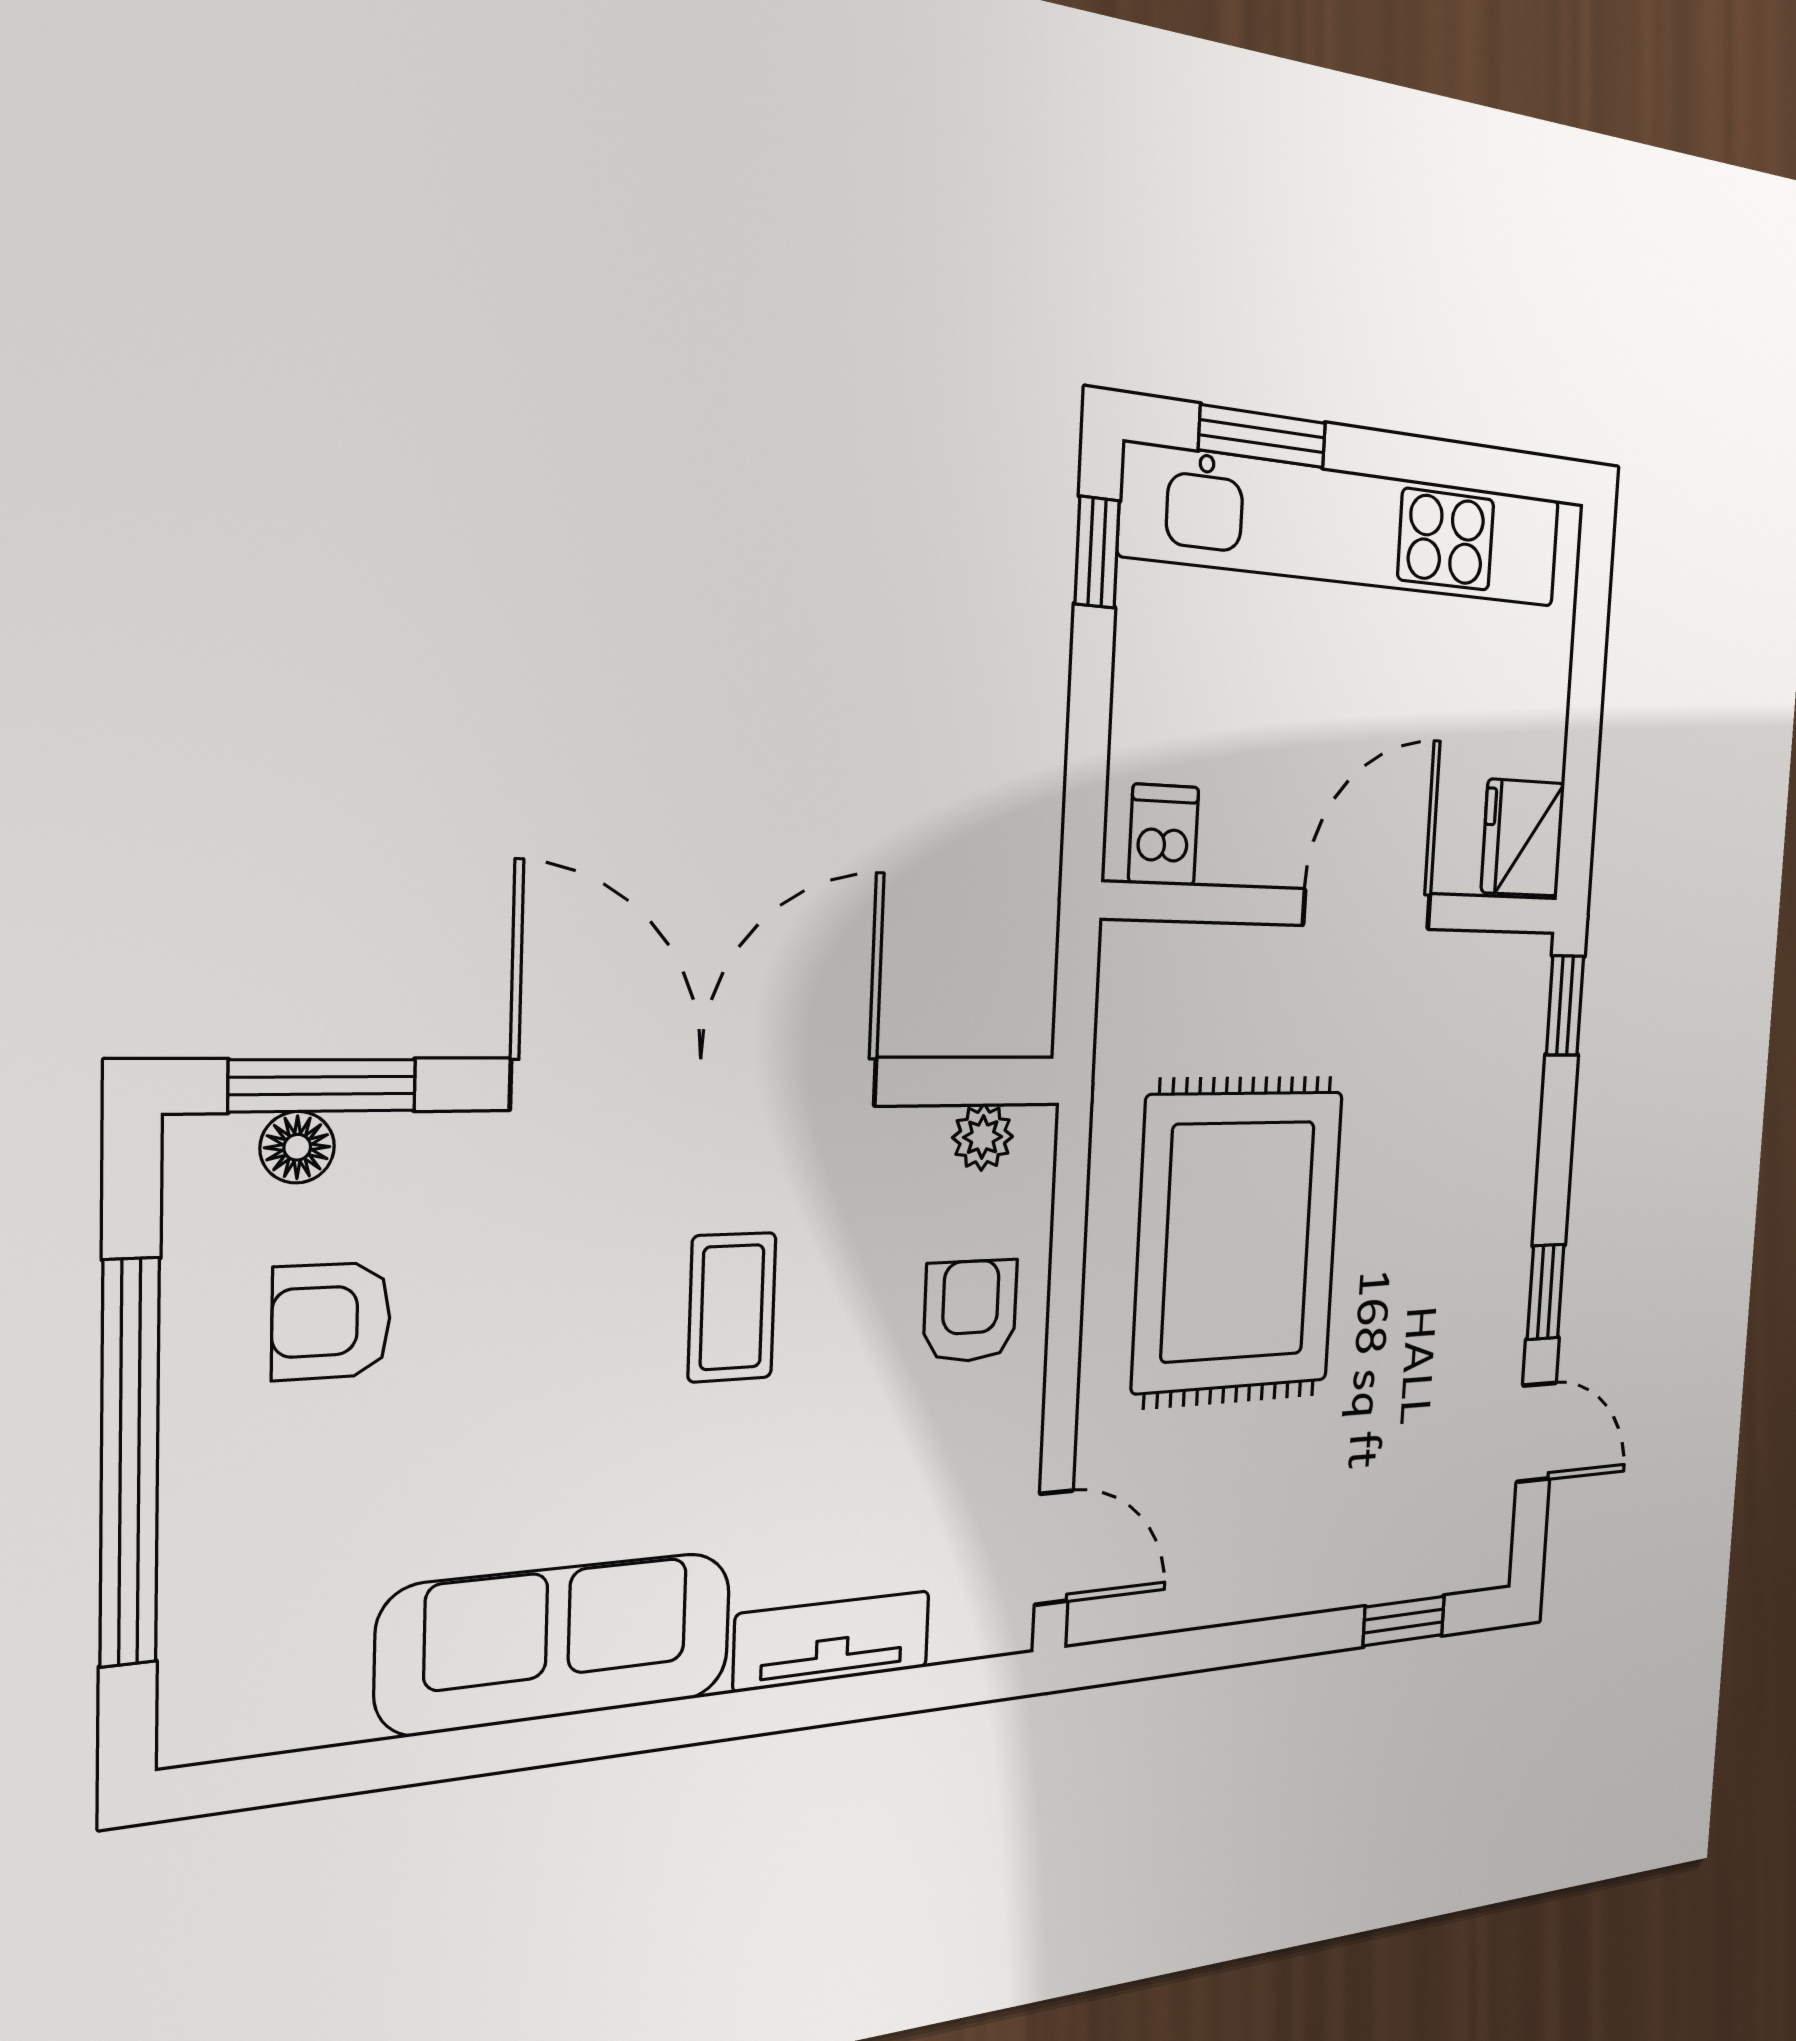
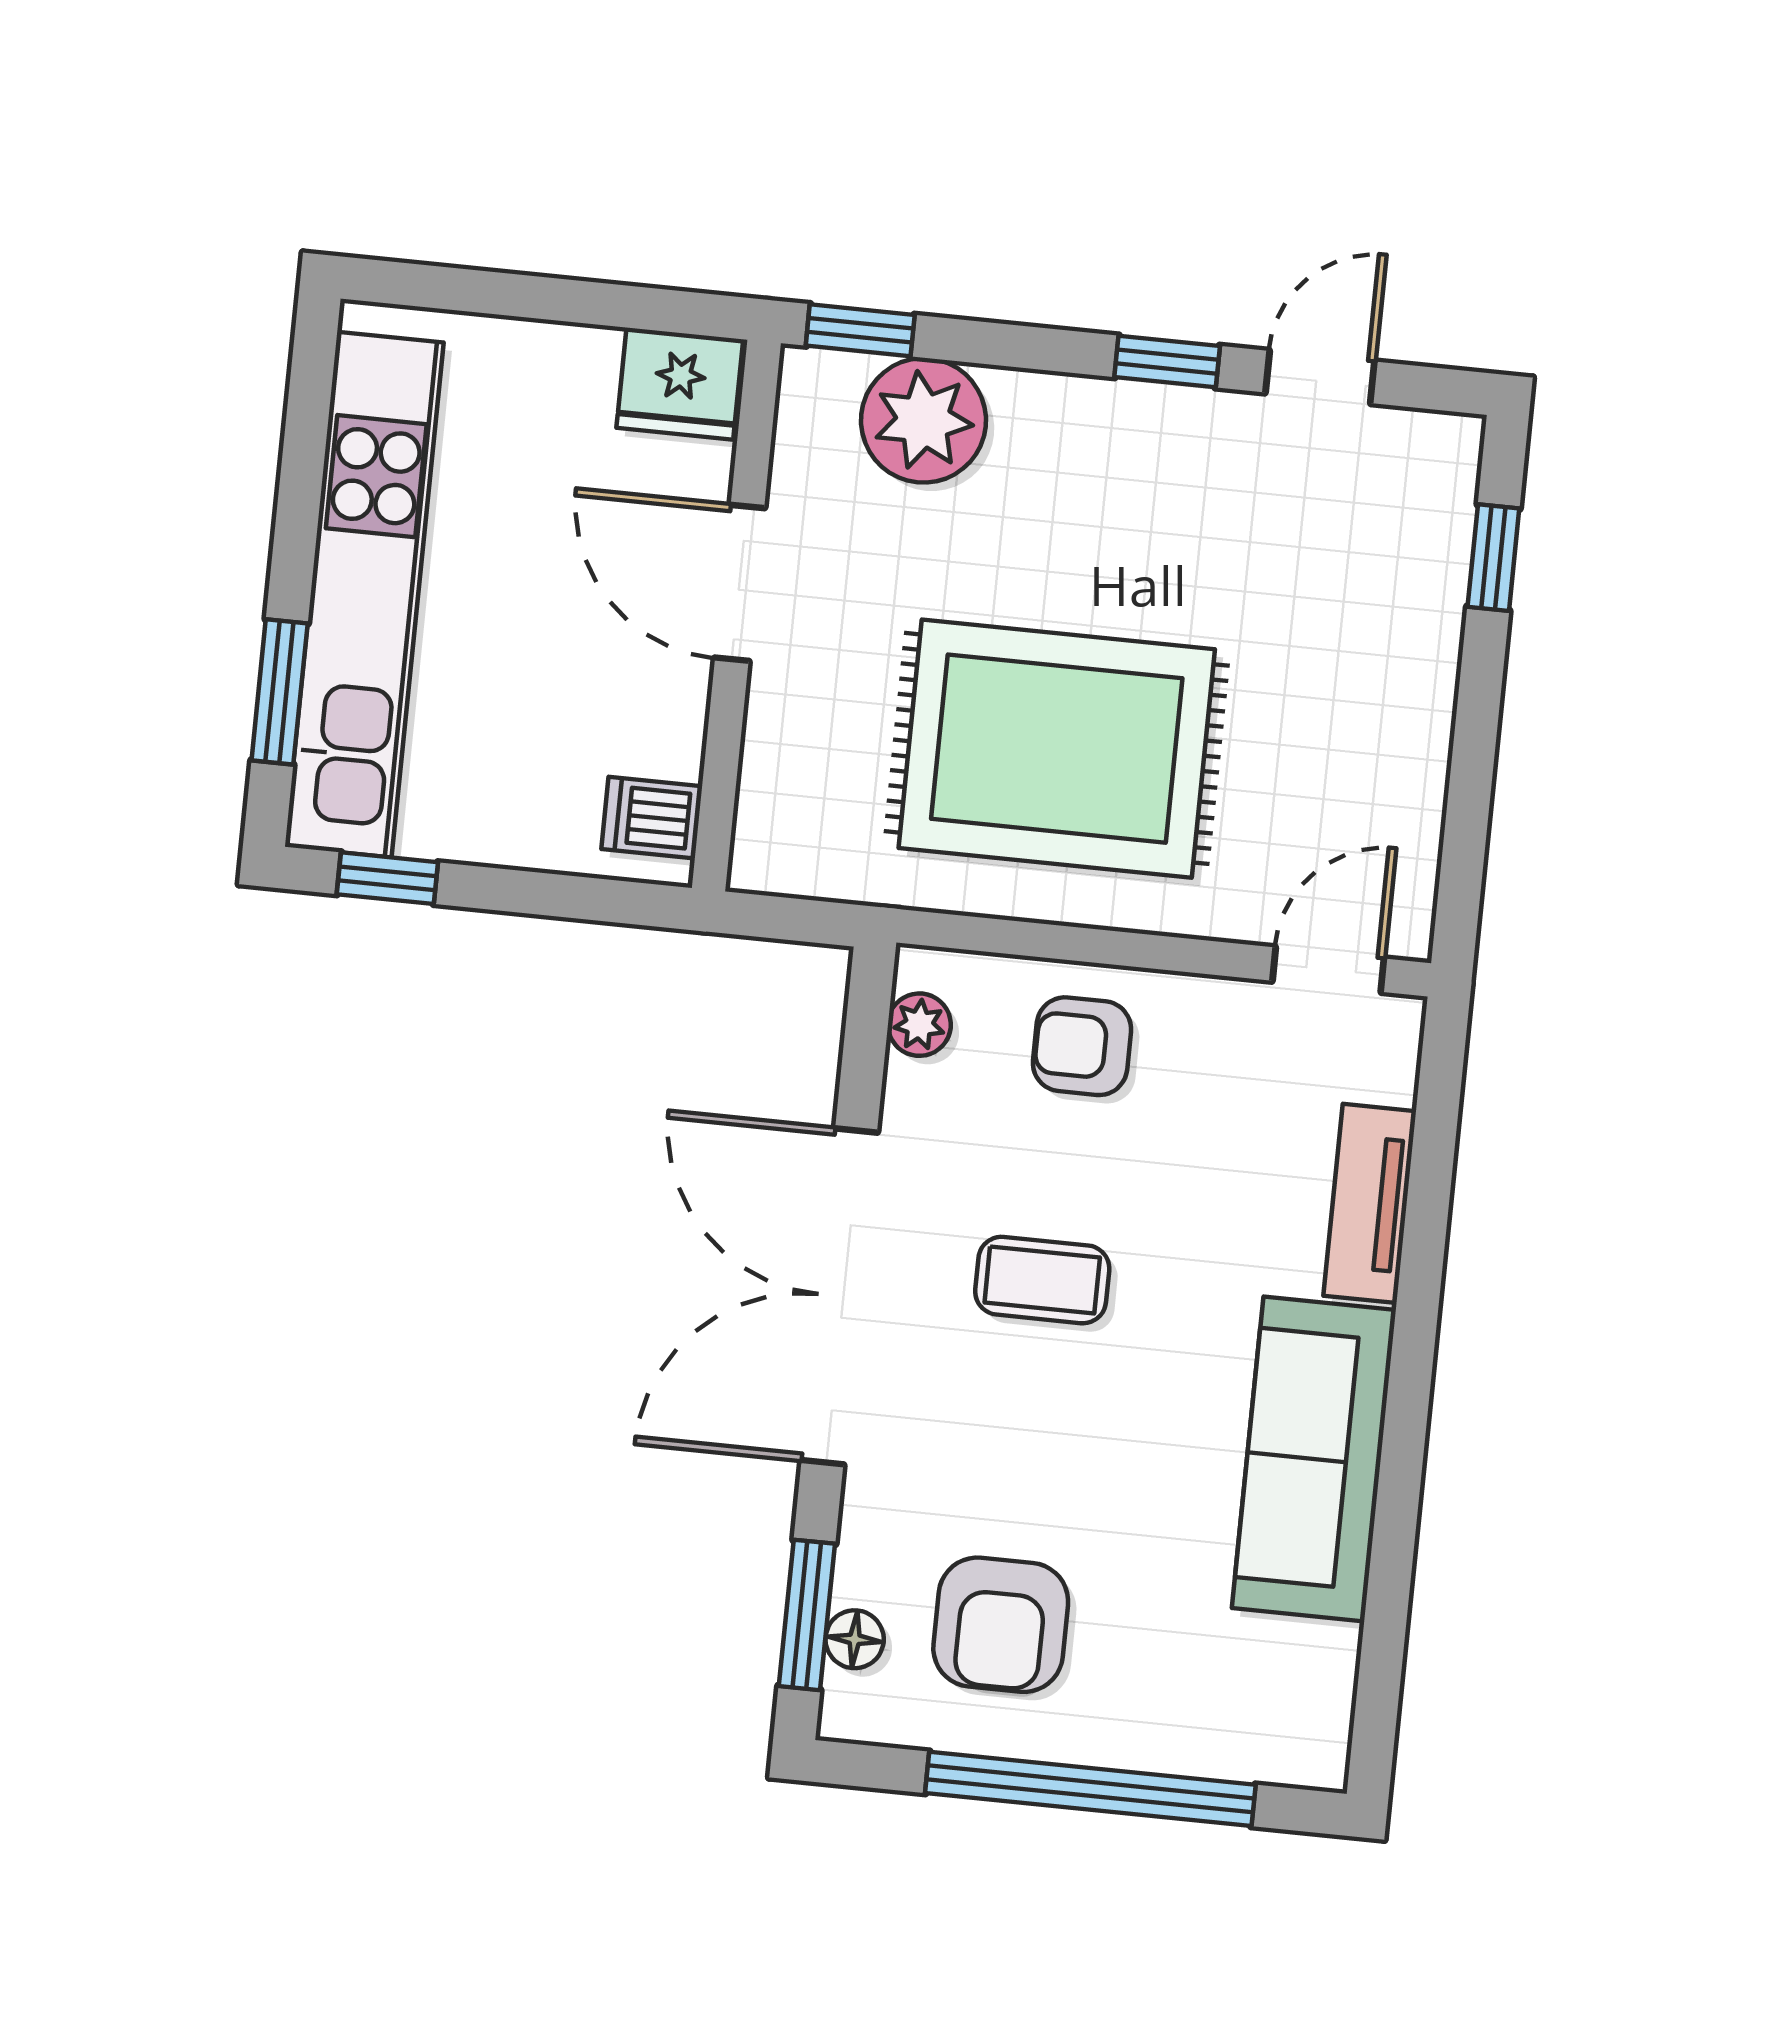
plant: (1499, 1073) -> (924, 420), added
armchair: (331, 1321) -> (1001, 1625), width x1.38, depth x1.38

